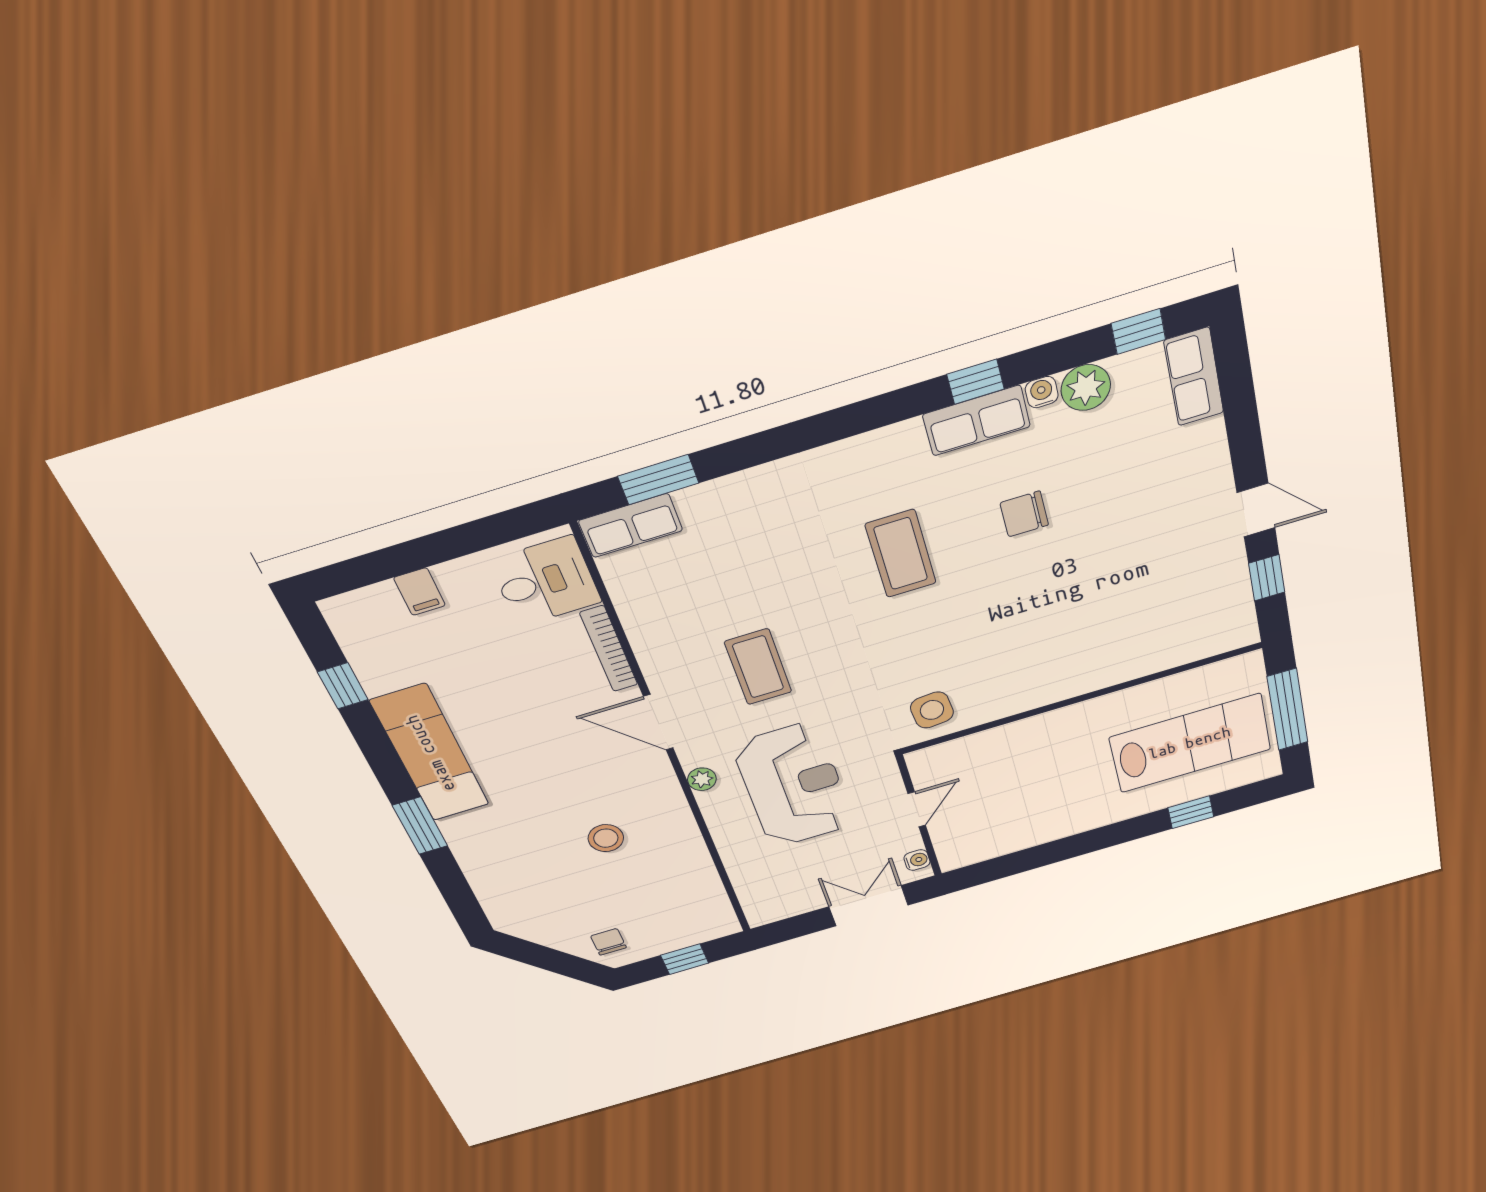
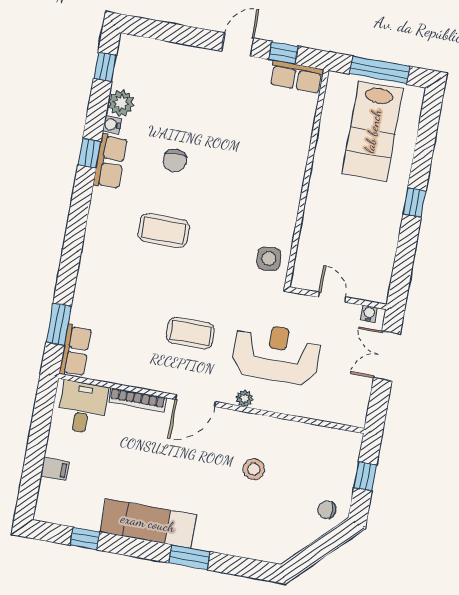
row of seats: (1194, 377) -> (296, 77), moved
lab bench: (1190, 743) -> (373, 131), turned 180
window: (1191, 812) -> (414, 202), moved

